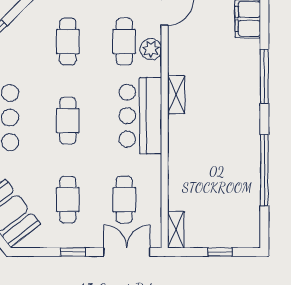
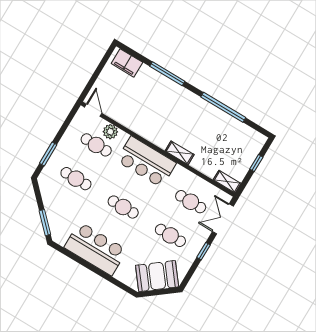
shelving: (176, 95) -> (180, 153), moved

